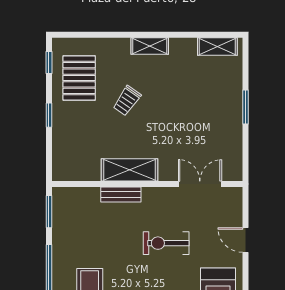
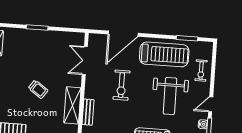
trolley: (127, 101) -> (38, 89), moved
door: (245, 240) -> (123, 34), width x1.88

